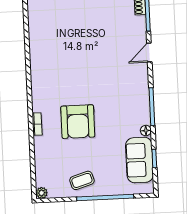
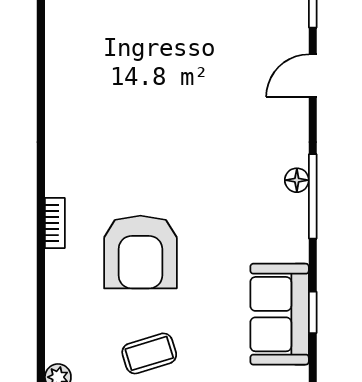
armchair: (78, 122) -> (140, 252), moved
floor lamp: (146, 131) -> (297, 180), moved

